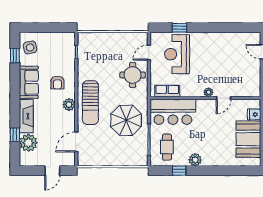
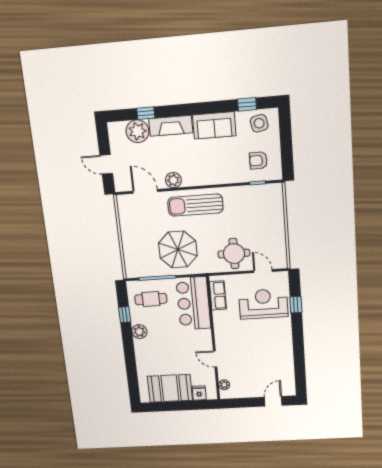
armchair: (57, 83) -> (258, 160), moved
plant: (208, 92) -> (224, 385), moved
plant: (69, 105) -> (173, 180), moved

